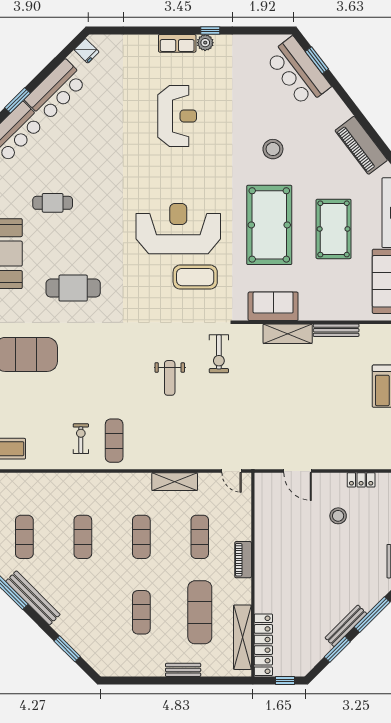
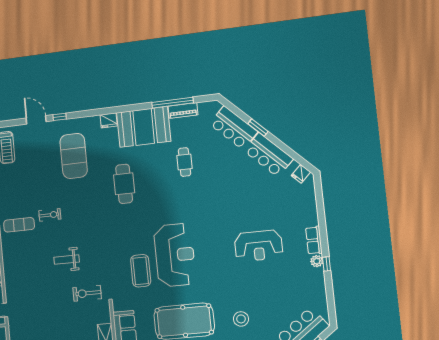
exercise bike: (81, 439) -> (50, 215), moved

